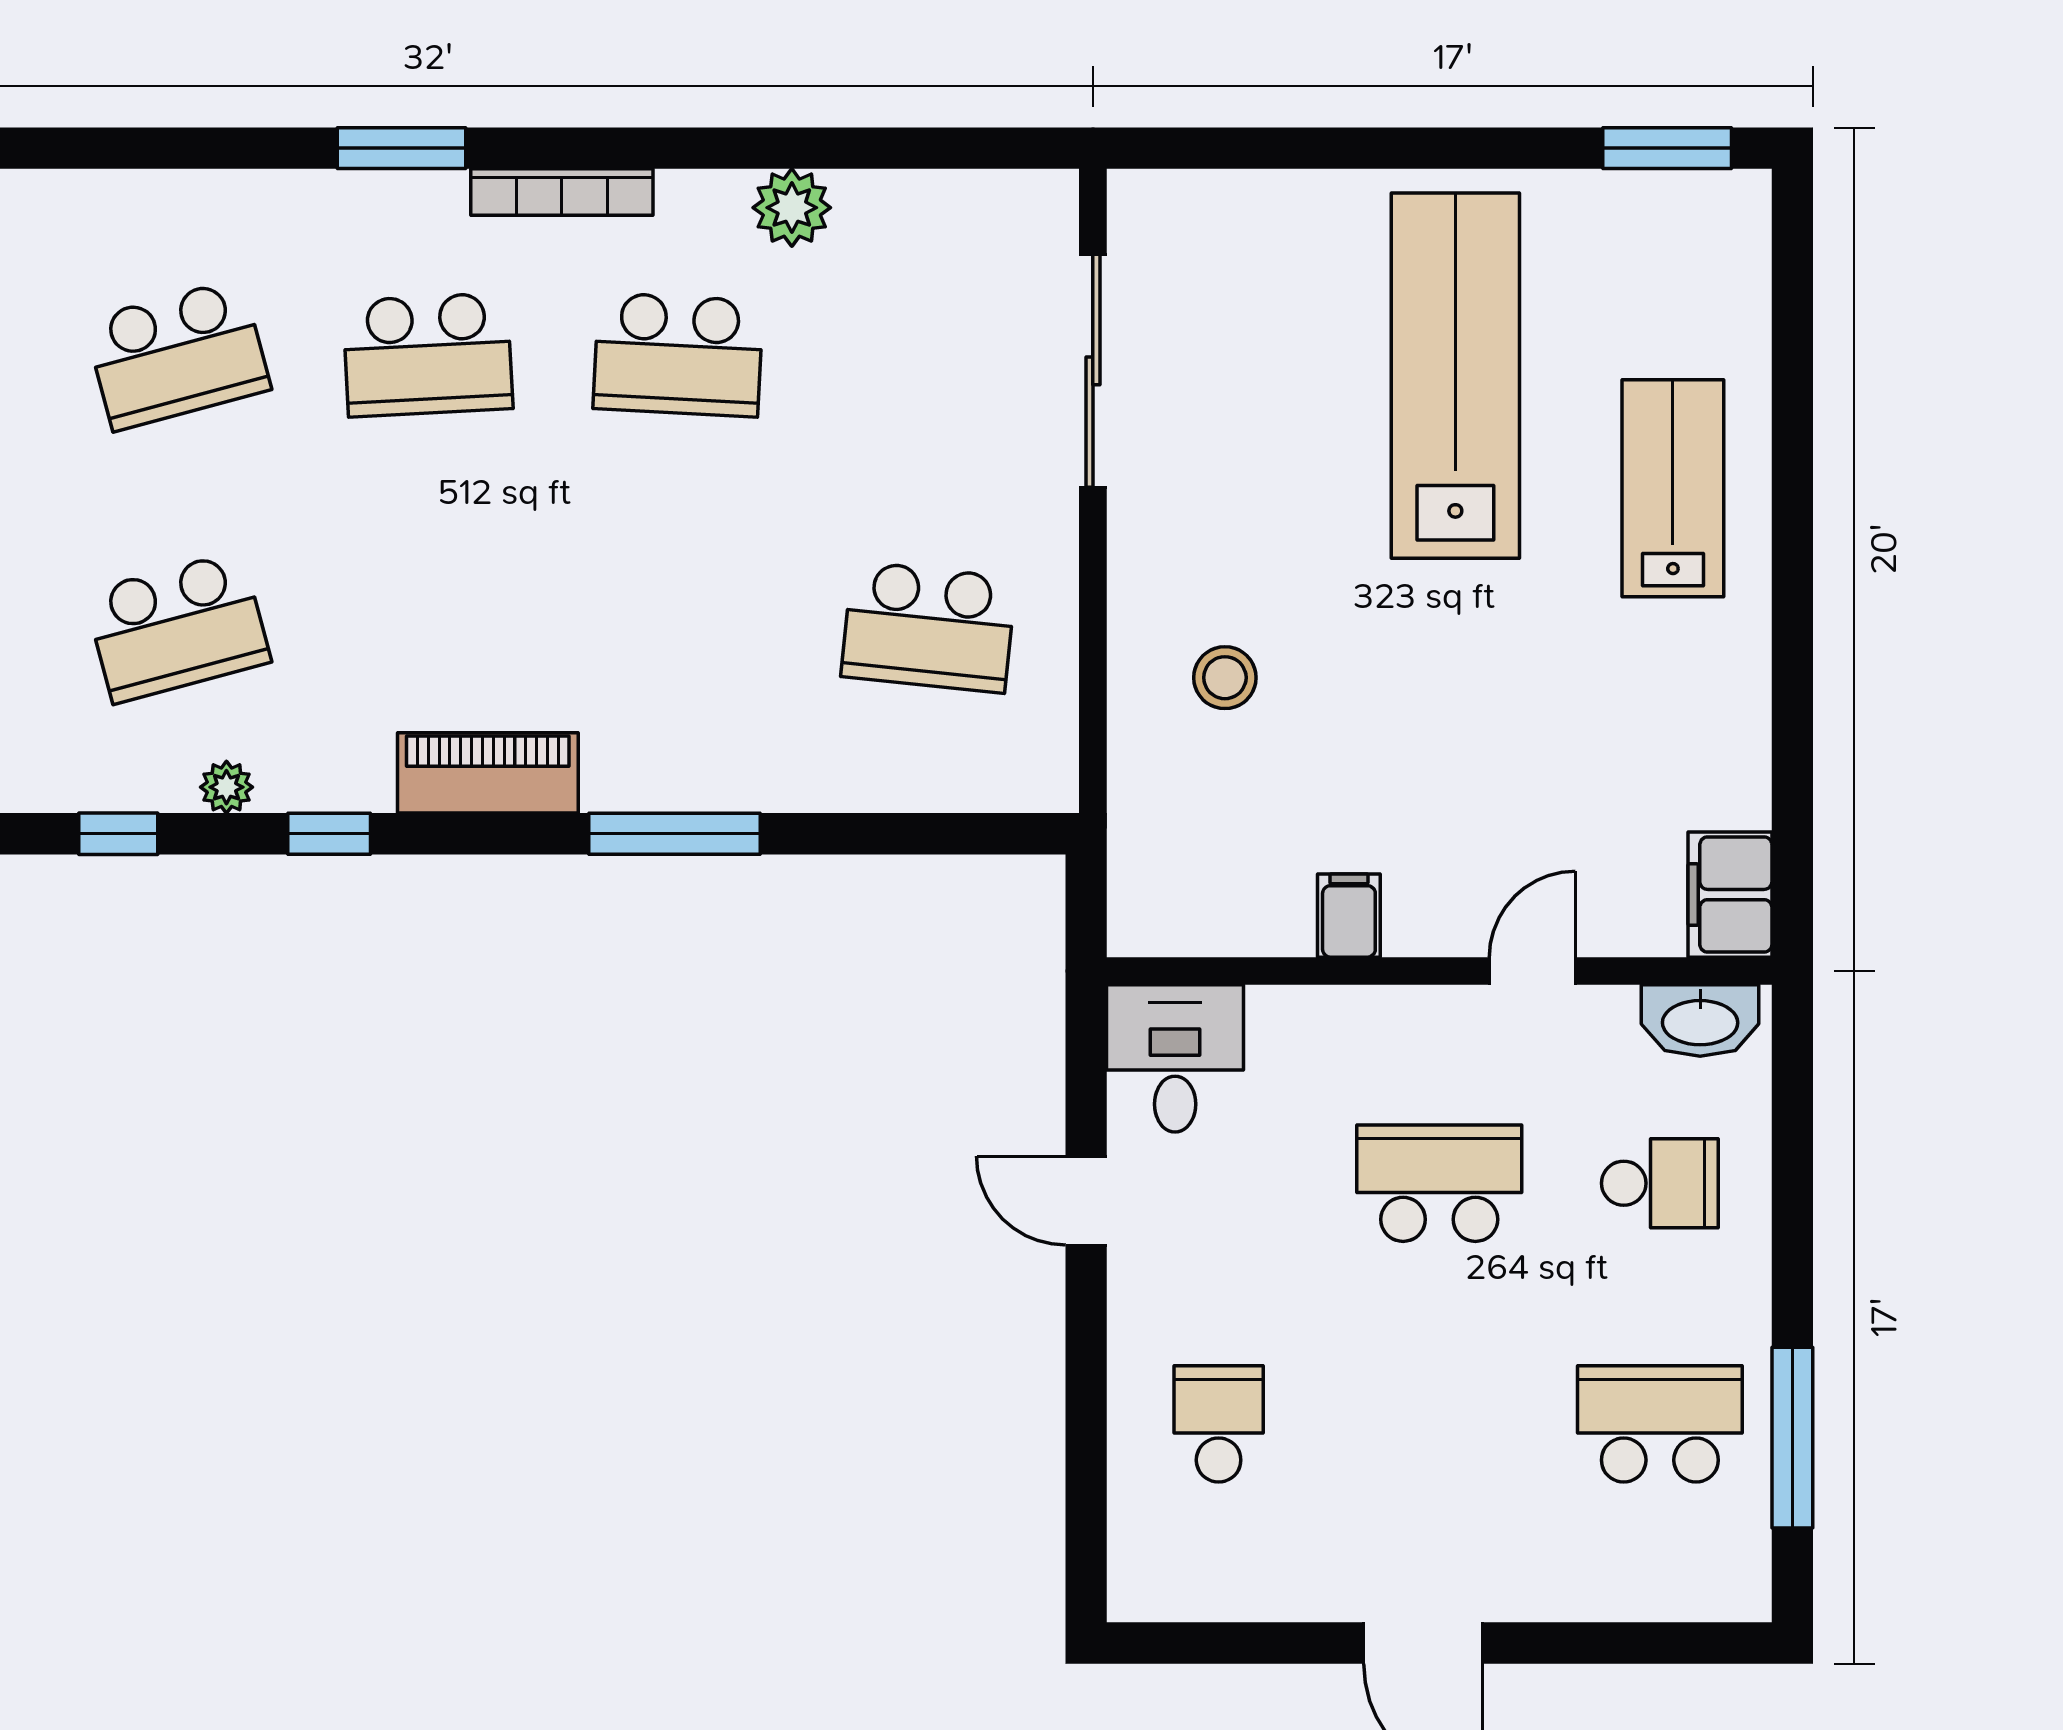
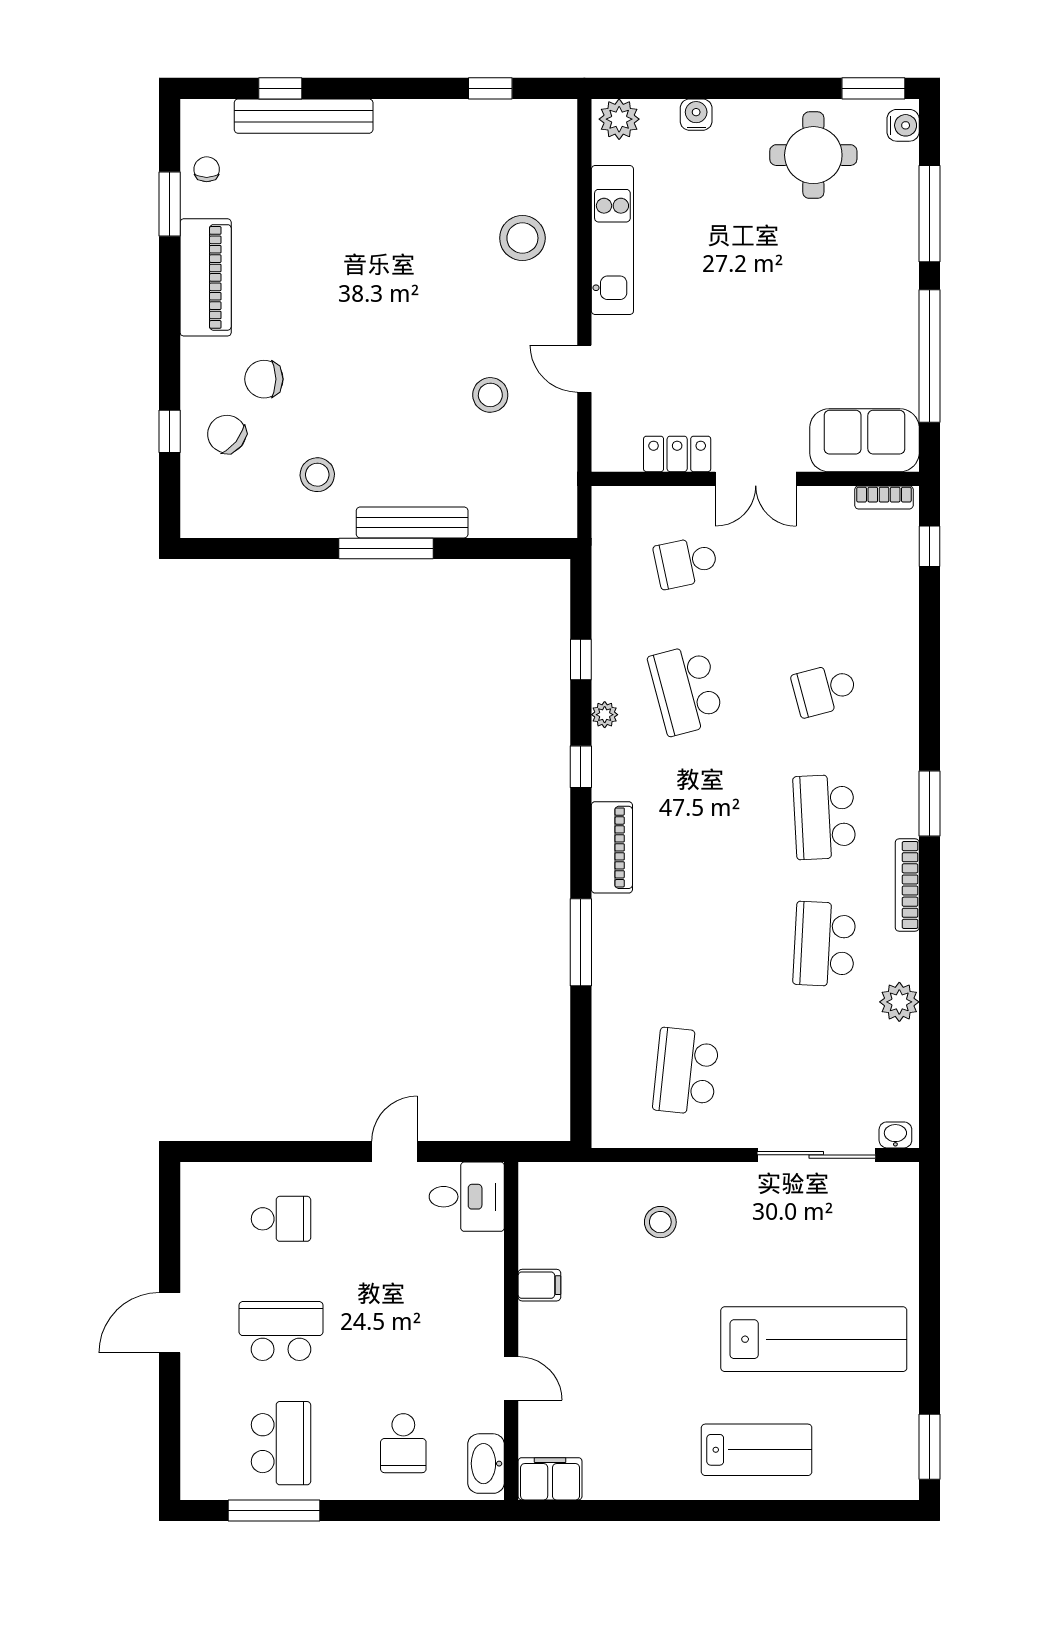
washbasin: (1053, 215) -> (895, 1135), added
school desk: (177, 355) -> (824, 690), width x0.54
school desk: (1439, 1183) -> (281, 1331), moved, turned -90

